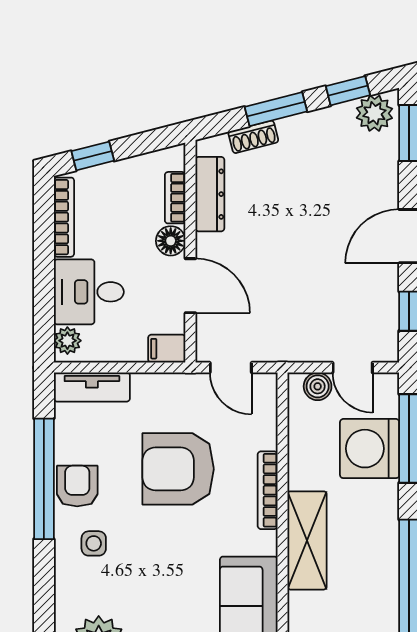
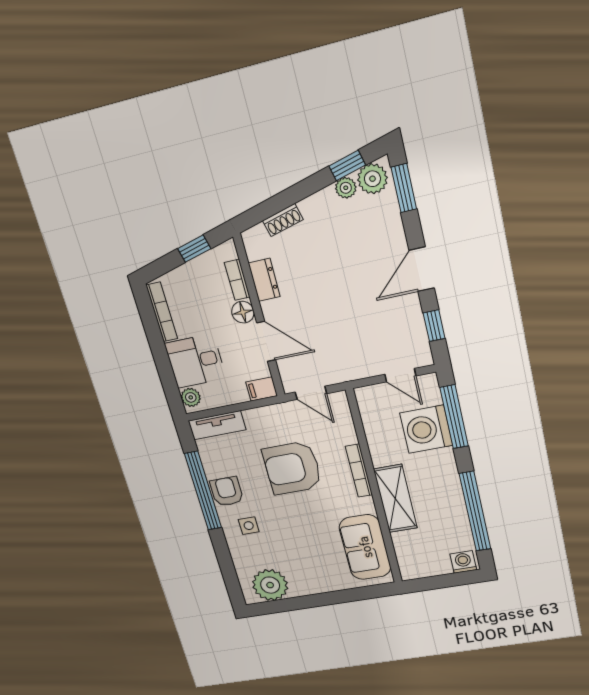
window: (276, 109) -> (294, 194), removed
plant: (340, 116) -> (346, 188), added
window: (93, 156) -> (194, 249), moved
dresser: (210, 194) -> (264, 280), width x0.70
boiler: (318, 386) -> (378, 394), removed

